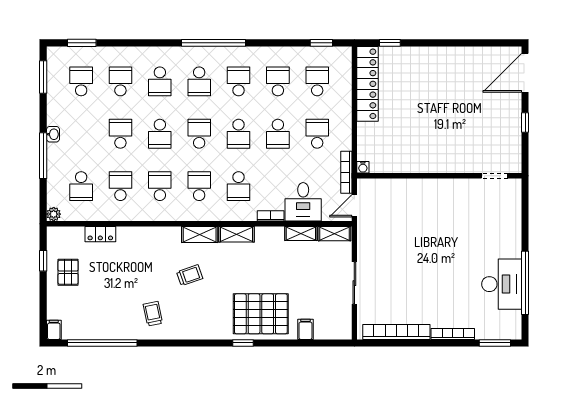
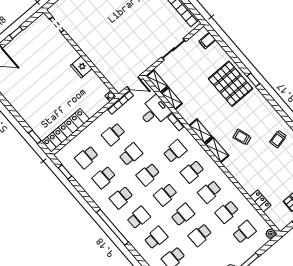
school desk: (239, 134) -> (148, 174), turned 180
fridge: (423, 162) -> (81, 67), added
filing cabinet: (305, 329) -> (207, 41), moved

